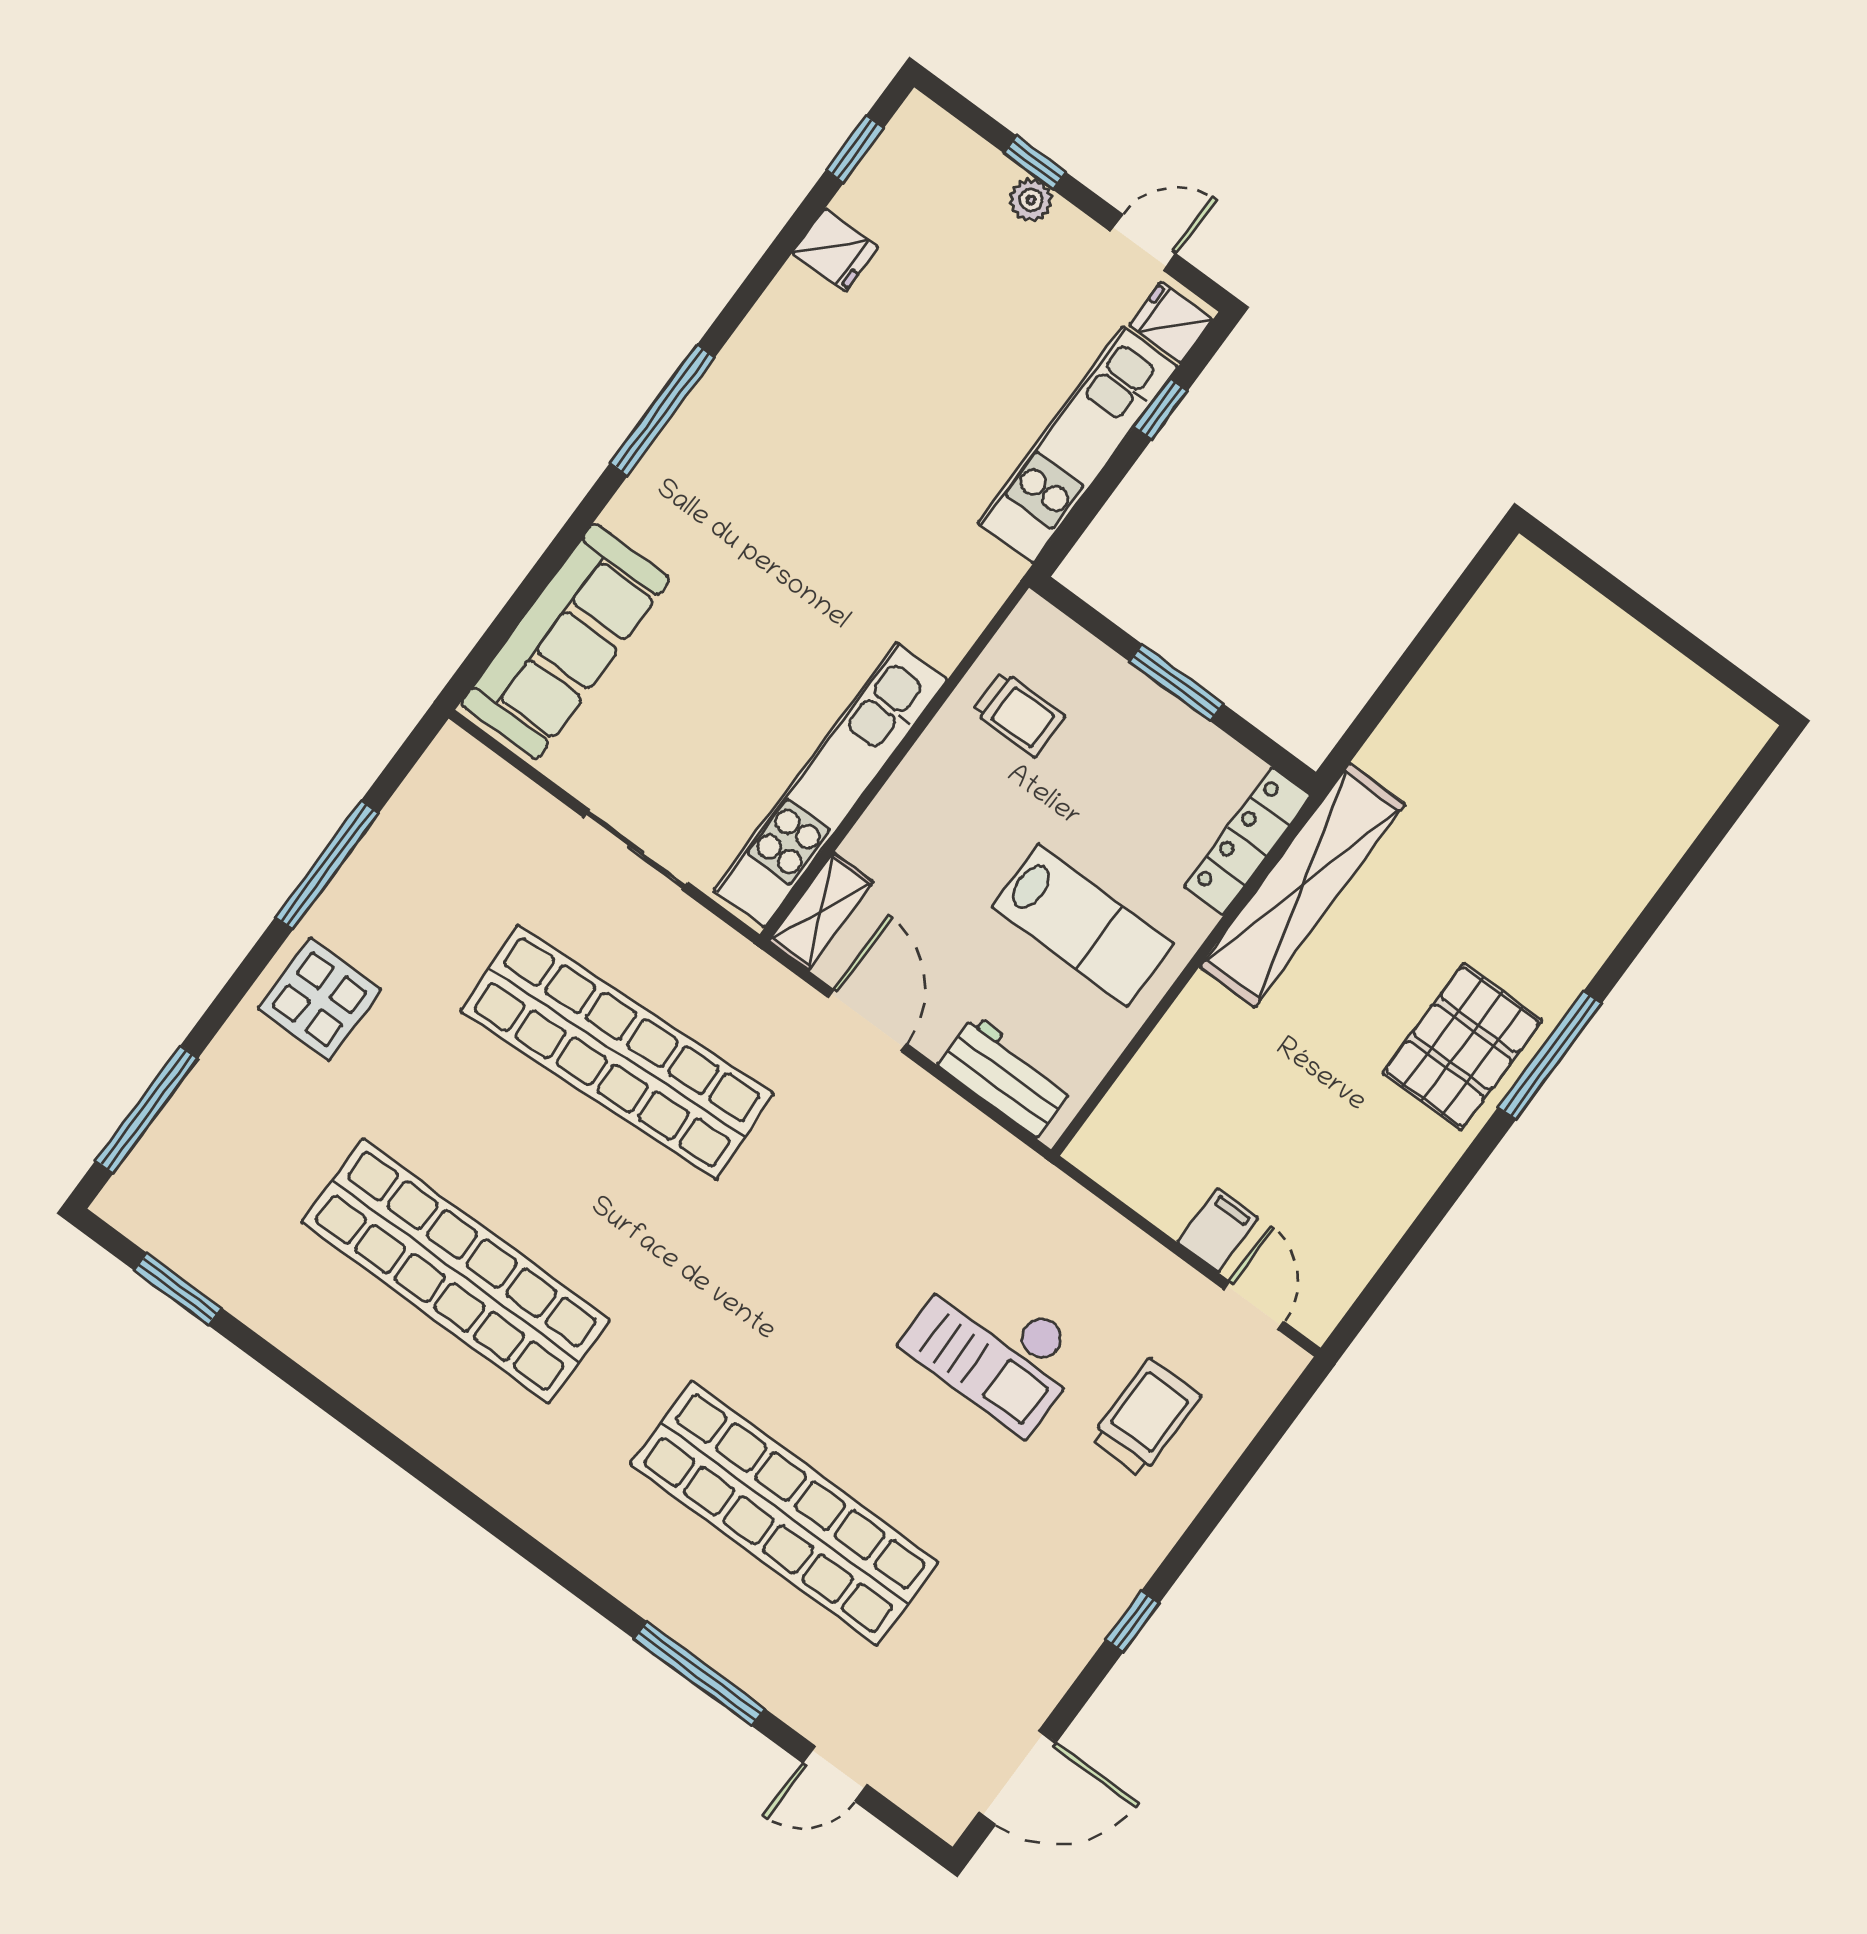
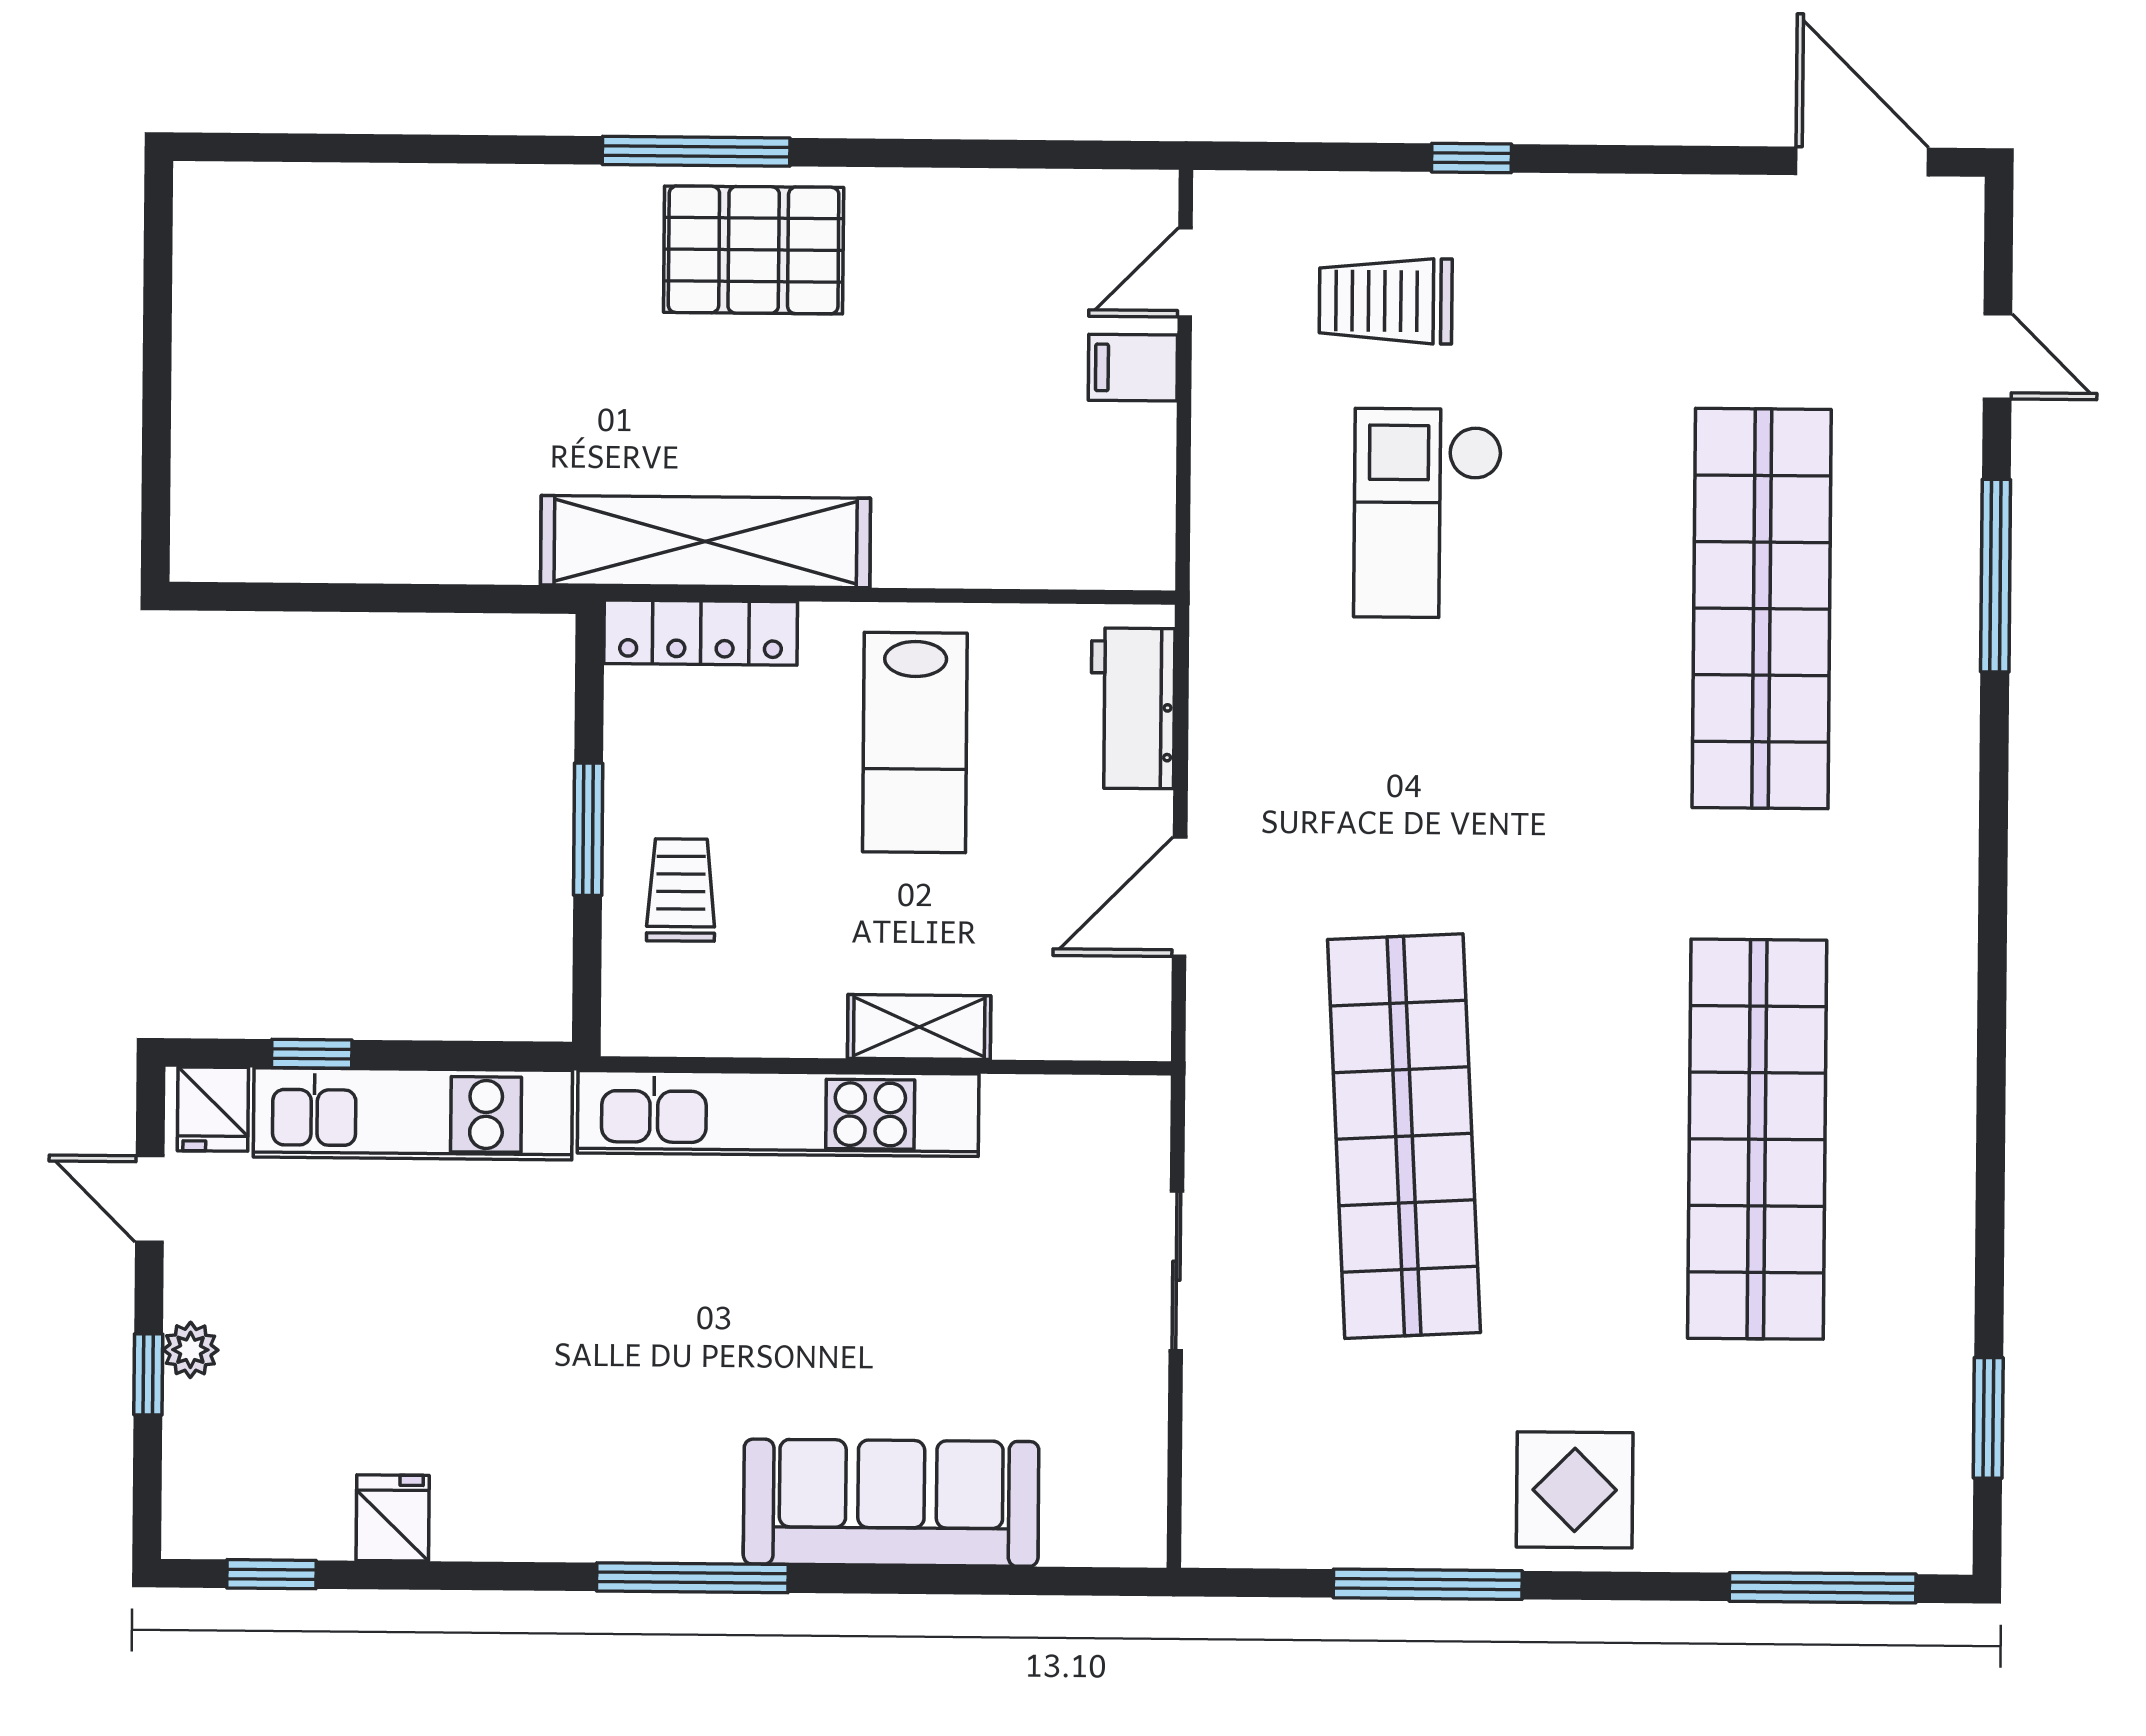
sofa: (565, 641) -> (891, 1503), moved
trolley: (1018, 714) -> (681, 890), moved
kitchen unit: (831, 785) -> (778, 1114), moved
shelving: (821, 911) -> (919, 1027), moved
lab bench: (1083, 925) -> (915, 743), turned 180
checkout: (994, 1348) -> (1428, 513), turned 180
window: (1133, 1621) -> (1471, 158), moved

